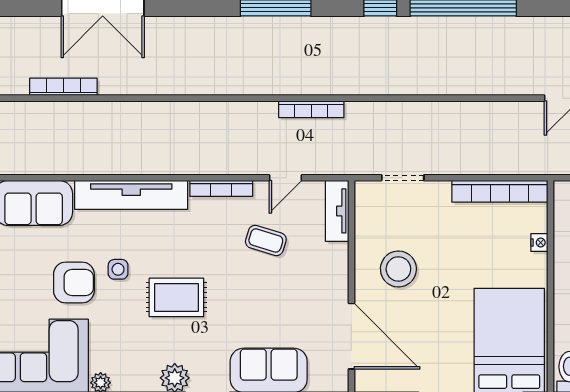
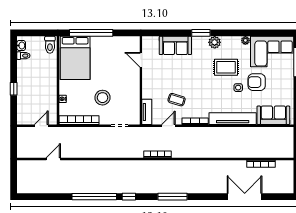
stool: (398, 269) -> (102, 98), moved
rug: (176, 297) -> (226, 67), moved
door: (351, 336) -> (141, 60), width x0.53

